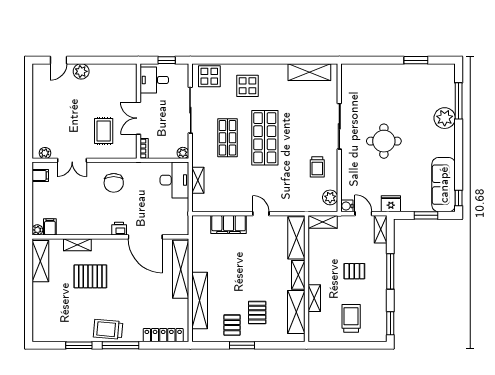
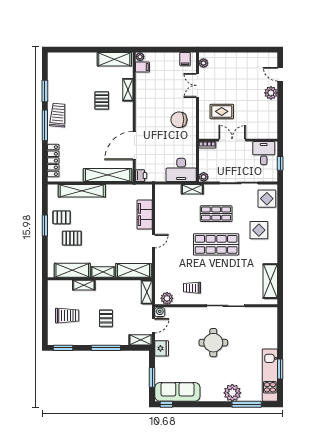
kitchen unit: (423, 73) -> (270, 375), added
shelving: (198, 180) -> (192, 189), moved
printer: (119, 229) -> (141, 176), moved
pallet: (90, 276) -> (102, 100), width x0.67, depth x0.71

